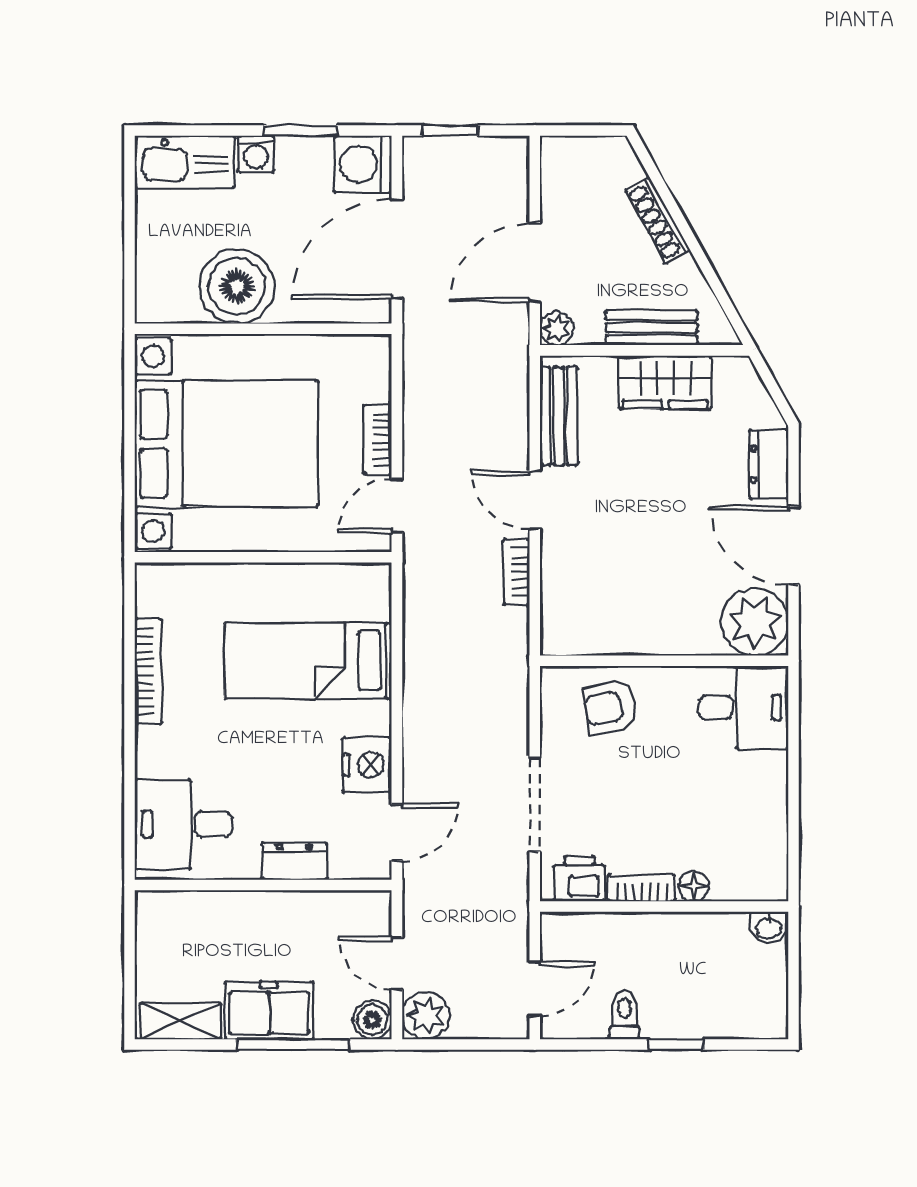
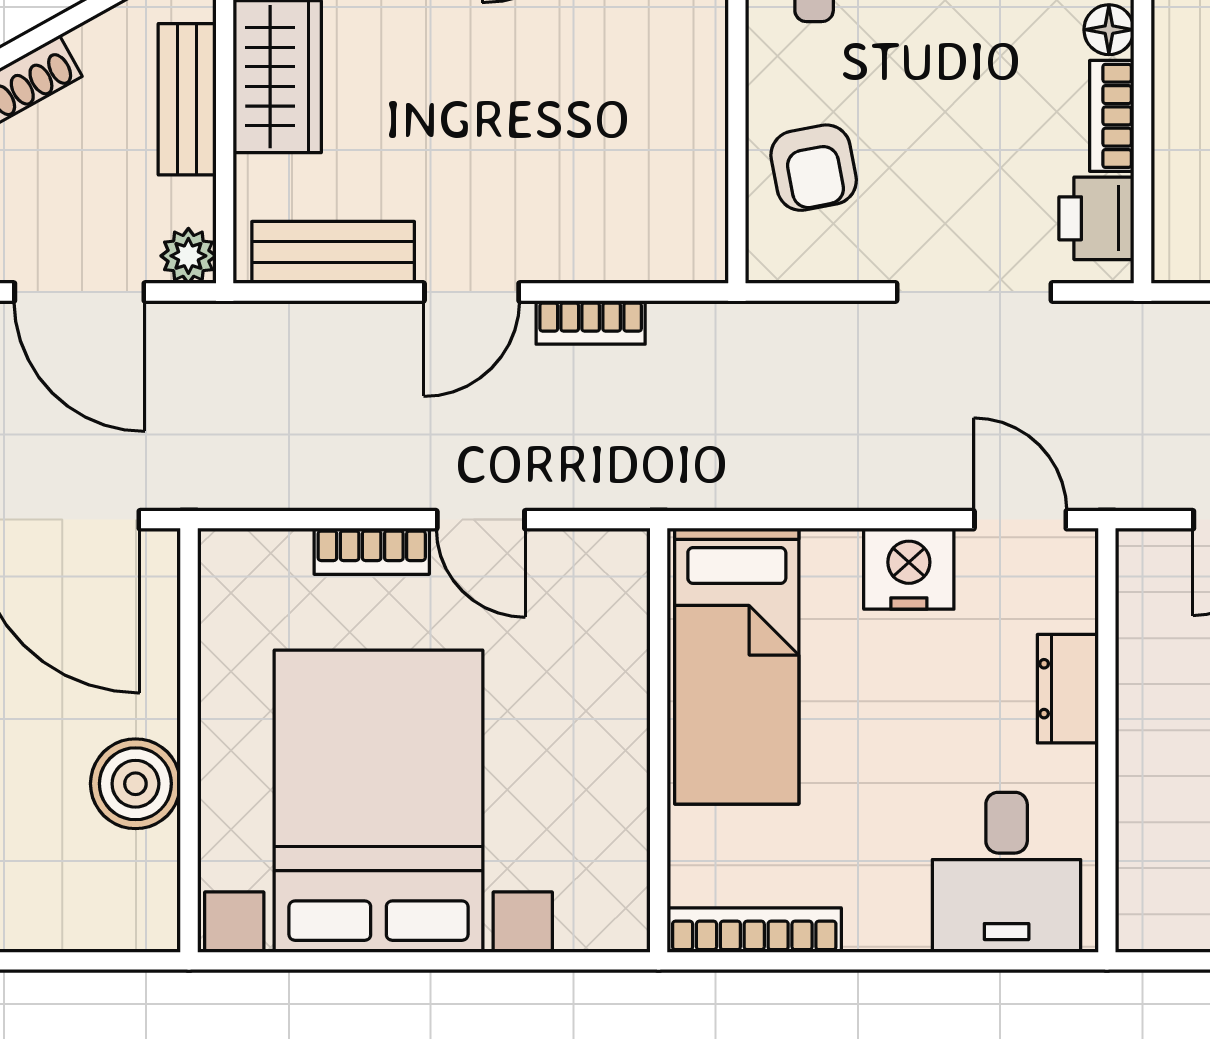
boiler: (237, 286) -> (135, 784), width x0.73, depth x0.73
wall: (263, 557) -> (659, 740), moved

